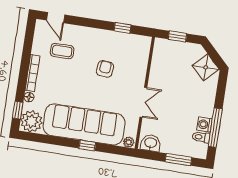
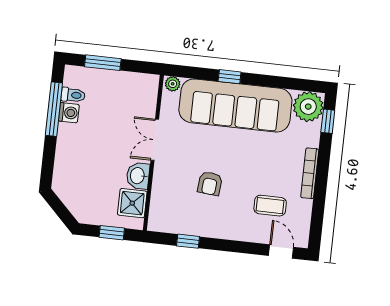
shower: (206, 67) -> (132, 203), moved, turned 45
floor lamp: (29, 97) -> (313, 140), removed
washbasin: (151, 143) -> (138, 176), moved, turned 90

